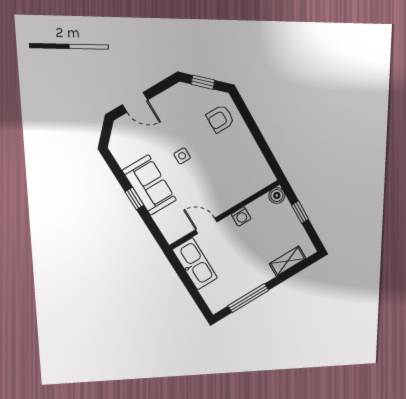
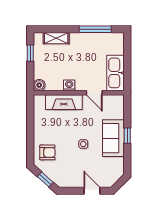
fireplace: (236, 193) -> (64, 102), added
window: (300, 212) -> (30, 53), moved

